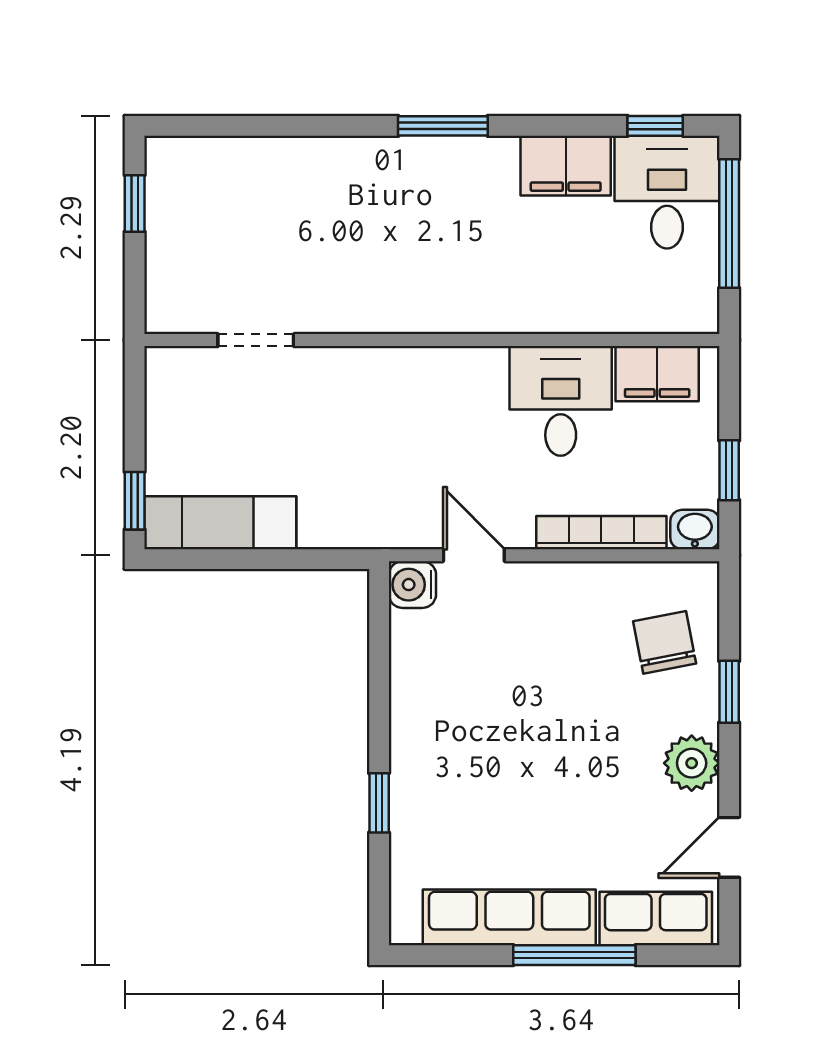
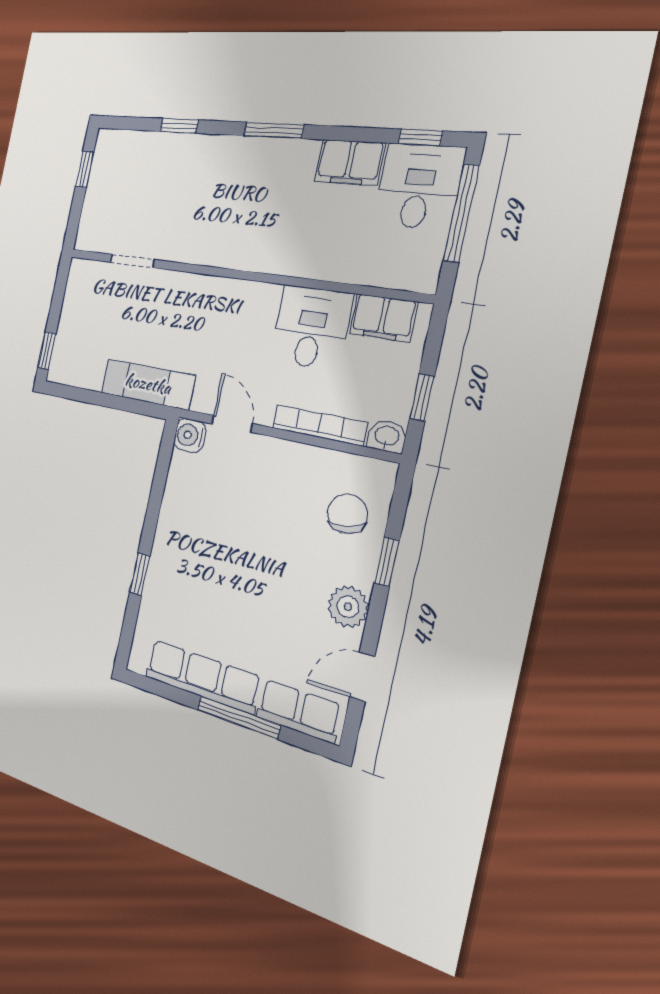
window: (288, 126) -> (179, 126), added
exam couch: (220, 523) -> (148, 384), moved

